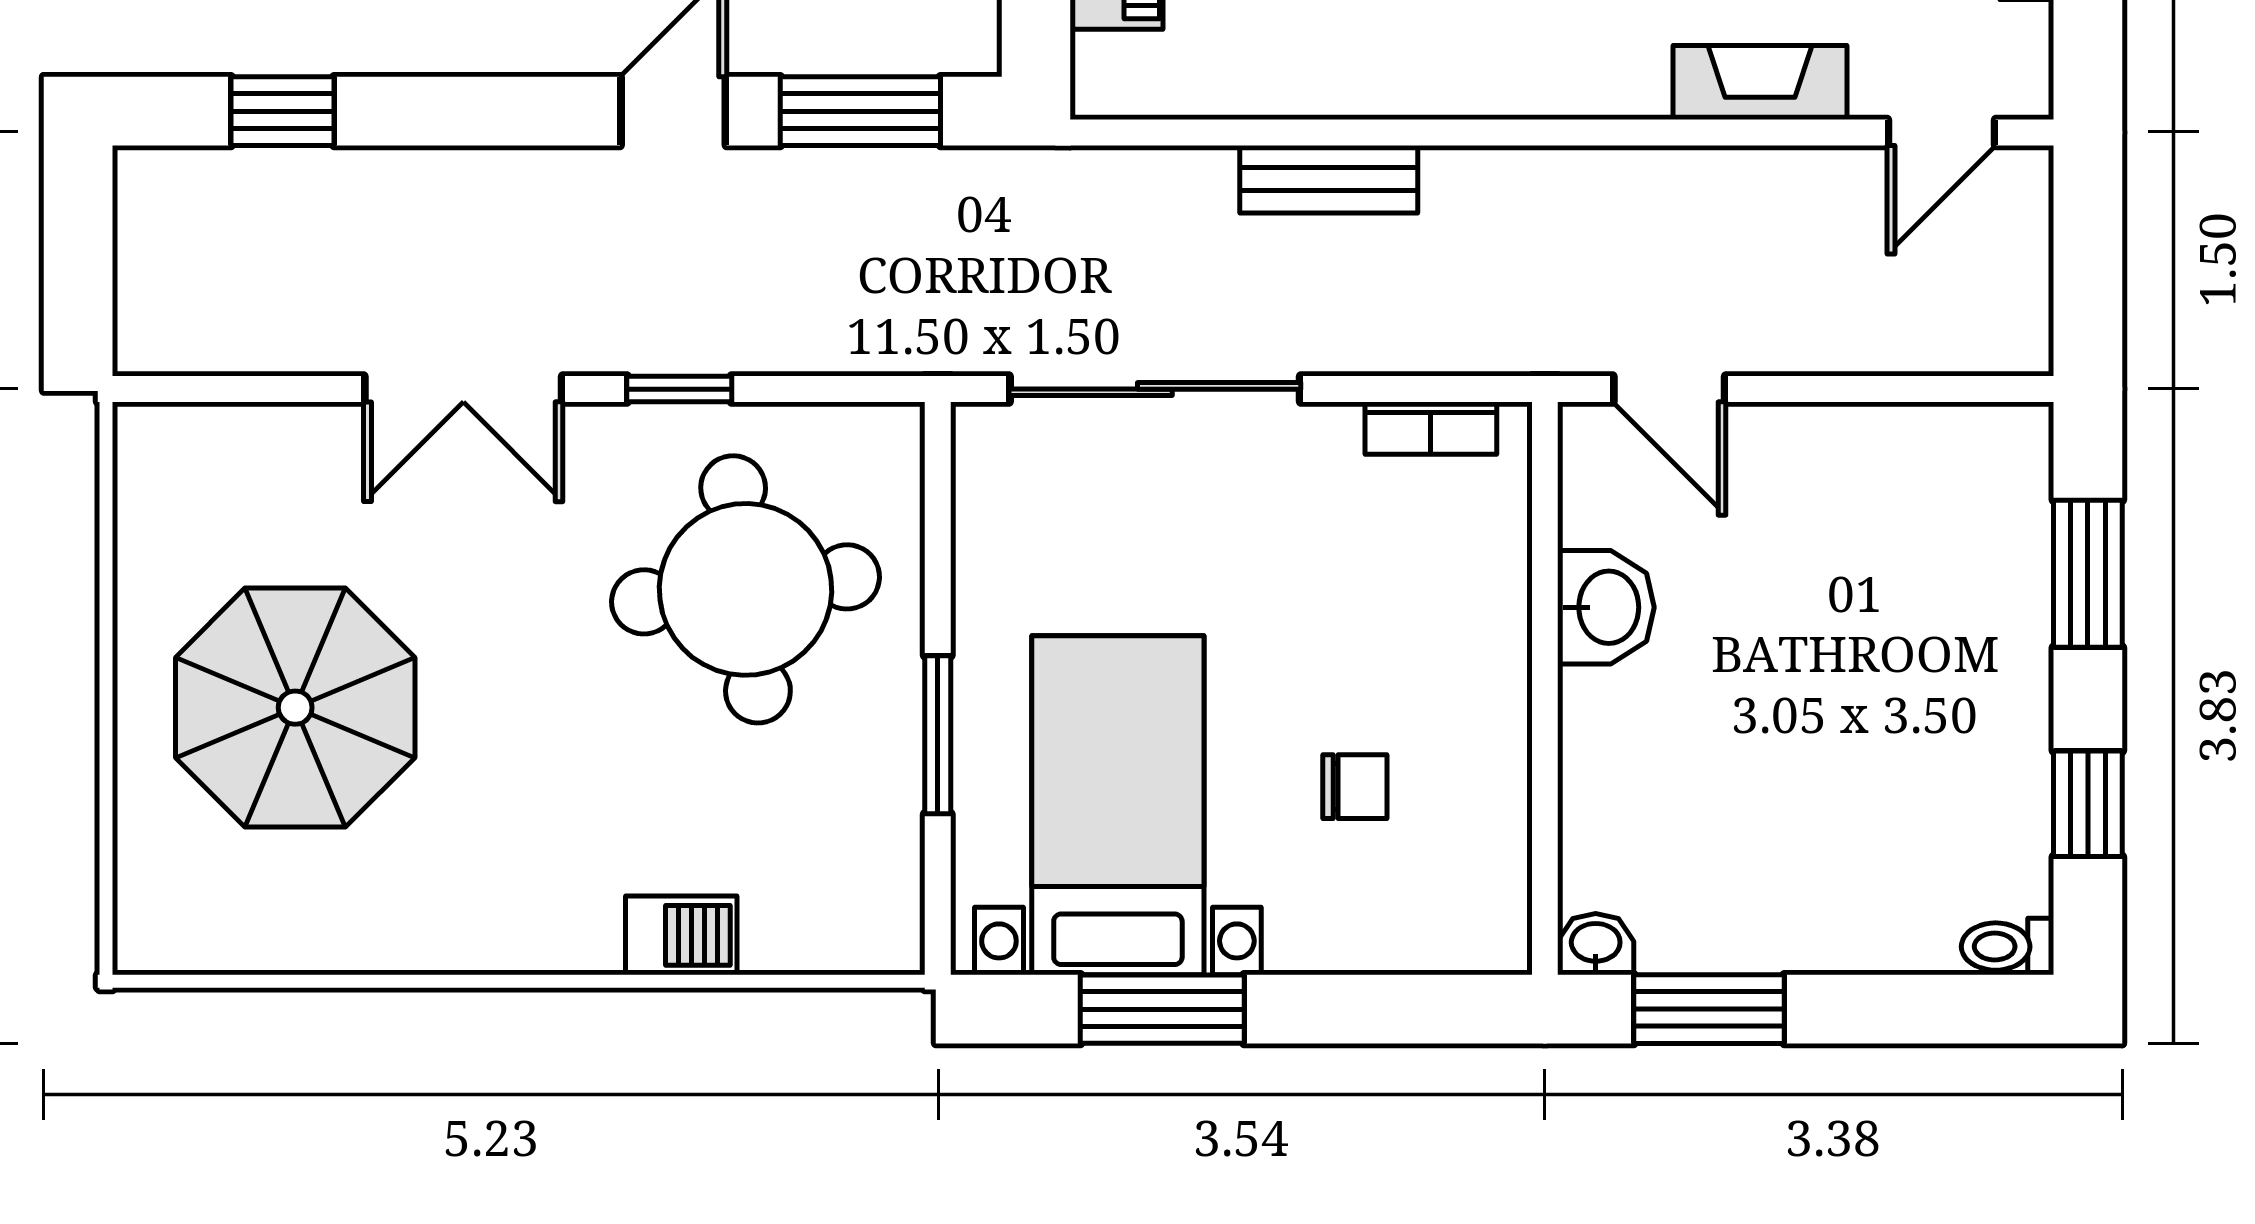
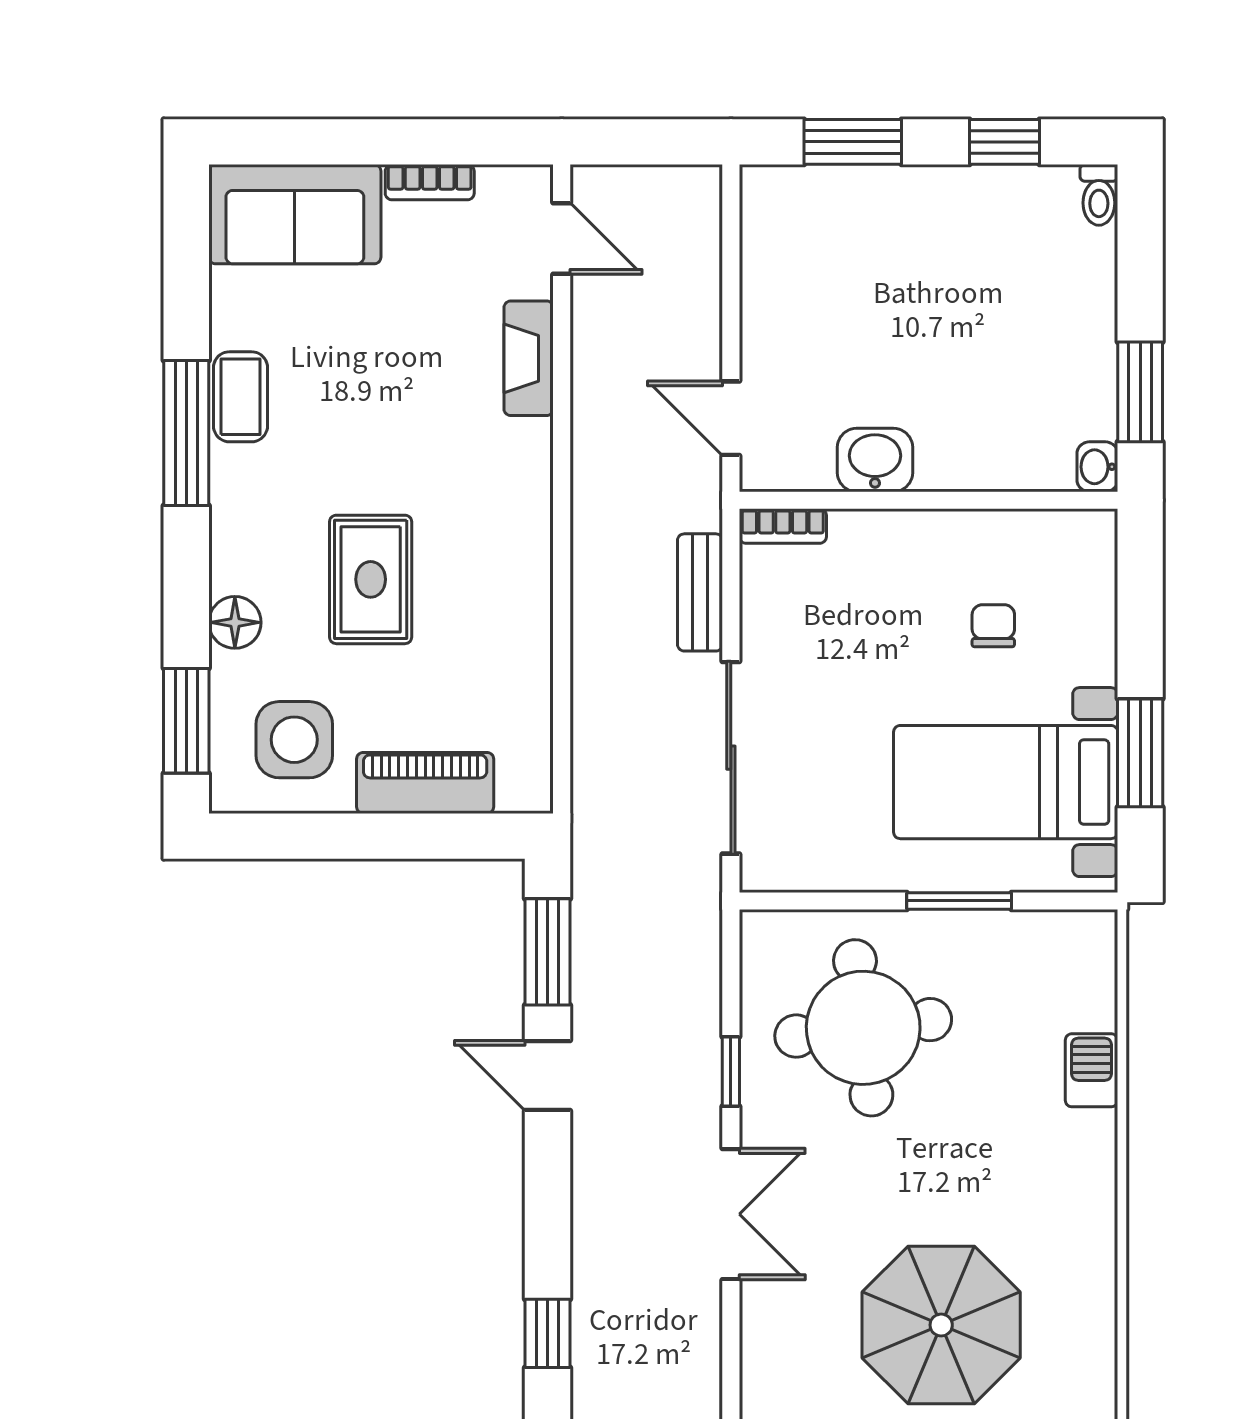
bench: (1329, 179) -> (700, 592), moved
door: (1669, 389) -> (731, 418), swing flipped
bookcase: (1431, 428) -> (783, 526), moved, turned 90

